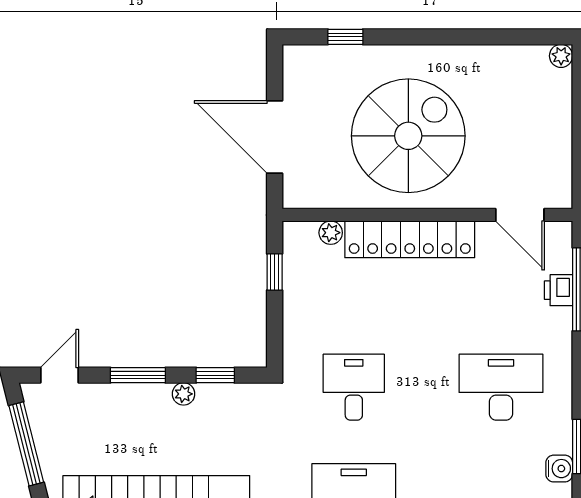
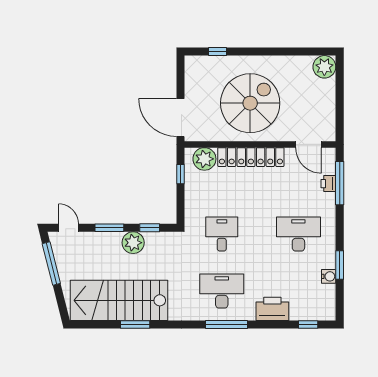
plant: (561, 56) -> (324, 67), width x1.88, depth x1.88
door: (275, 137) -> (181, 118), moved
plant: (331, 233) -> (204, 159), width x1.88, depth x1.88
door: (60, 375) -> (69, 228), hinge flipped
plant: (184, 394) -> (133, 243), width x1.88, depth x1.88

